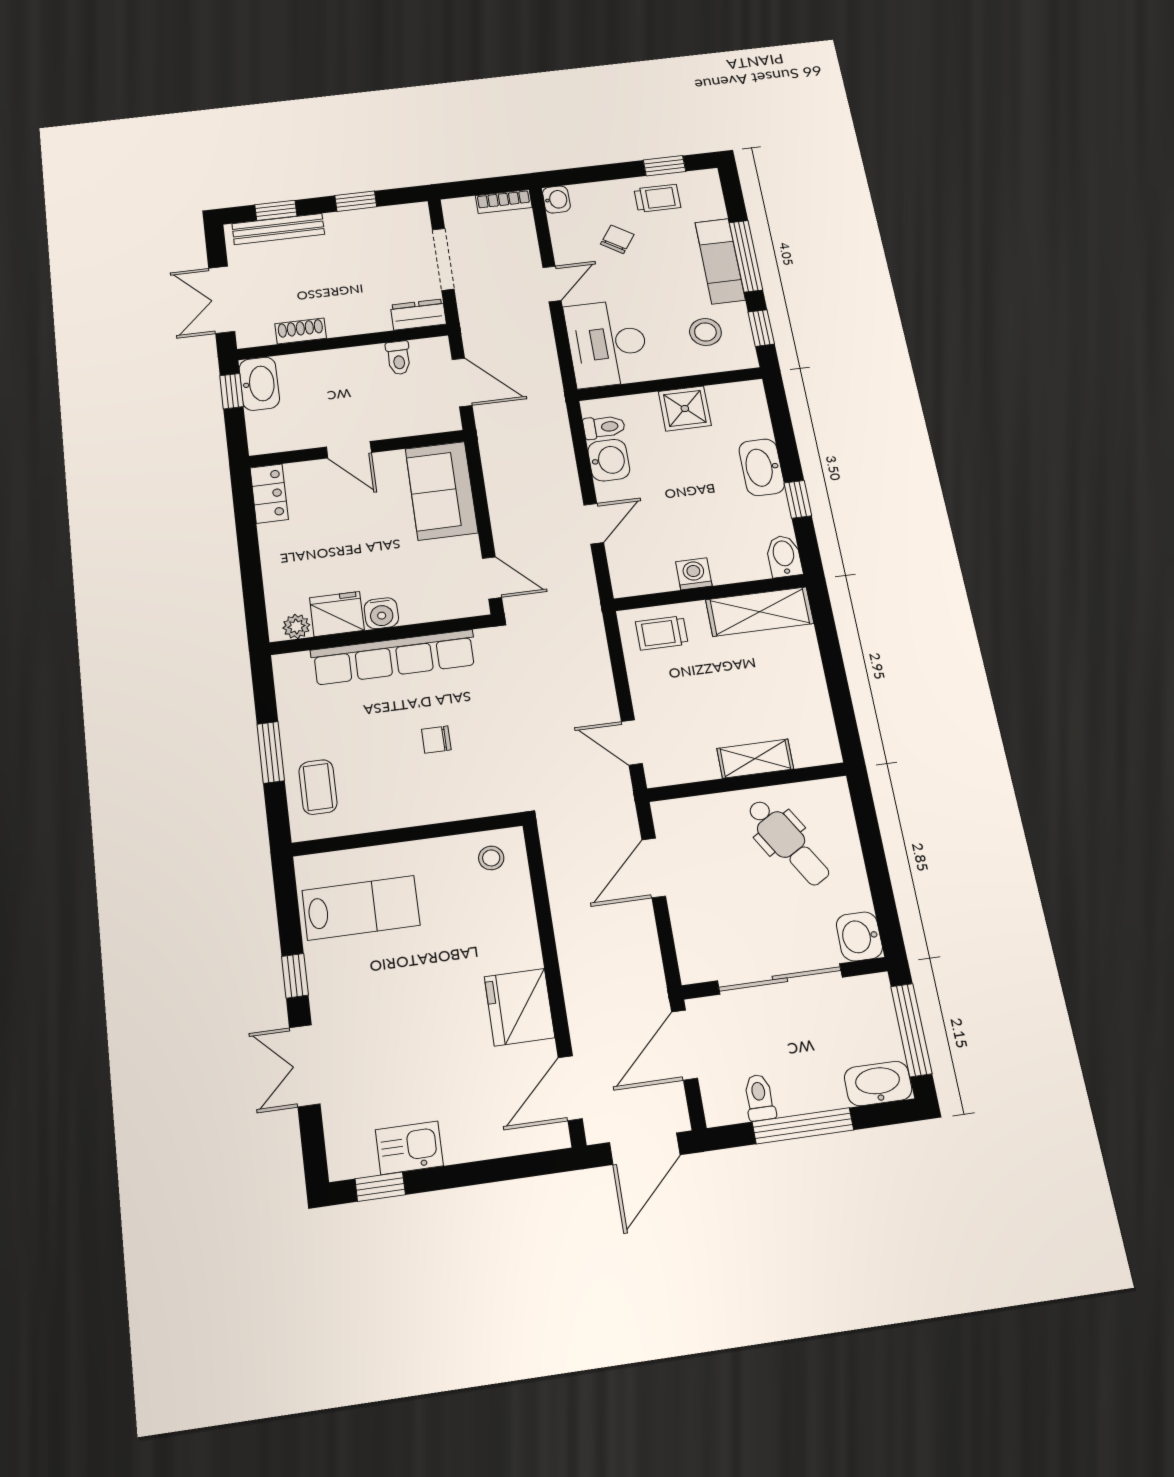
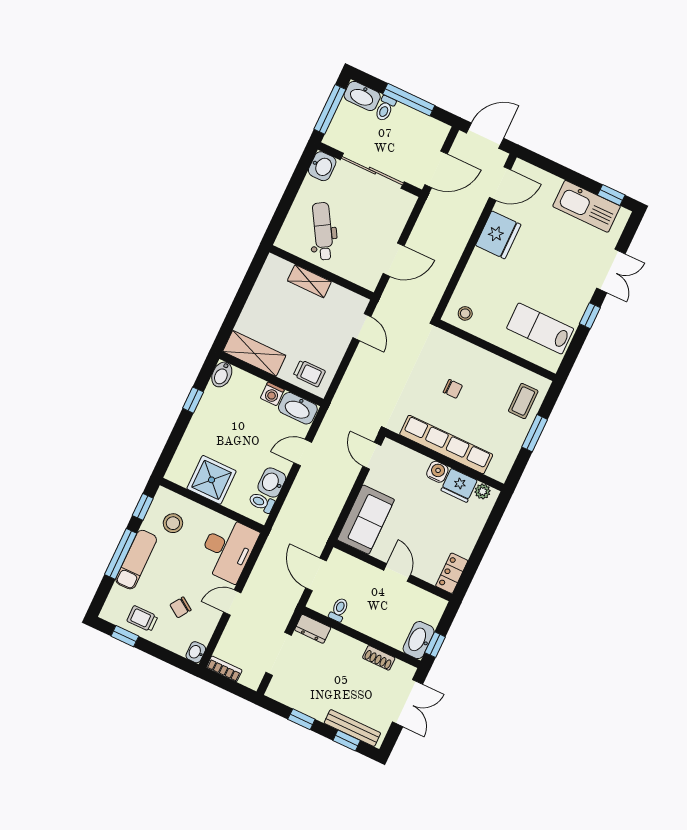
shower: (685, 408) -> (212, 480), width x1.36, depth x1.36
washbasin: (762, 467) -> (298, 408), moved, turned 90
toilet: (759, 1098) -> (385, 108), moved
kitchen sink: (409, 1148) -> (587, 206), width x1.88, depth x1.24

